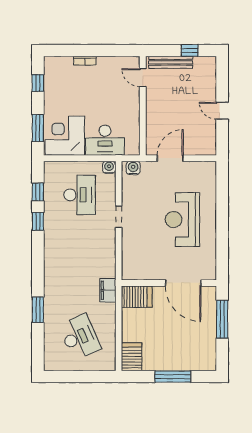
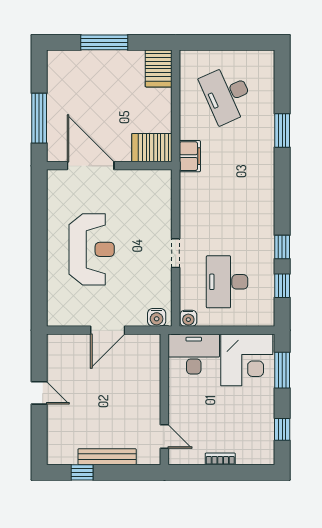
door: (143, 78) -> (164, 436), moved
wall: (143, 106) -> (164, 399), moved

